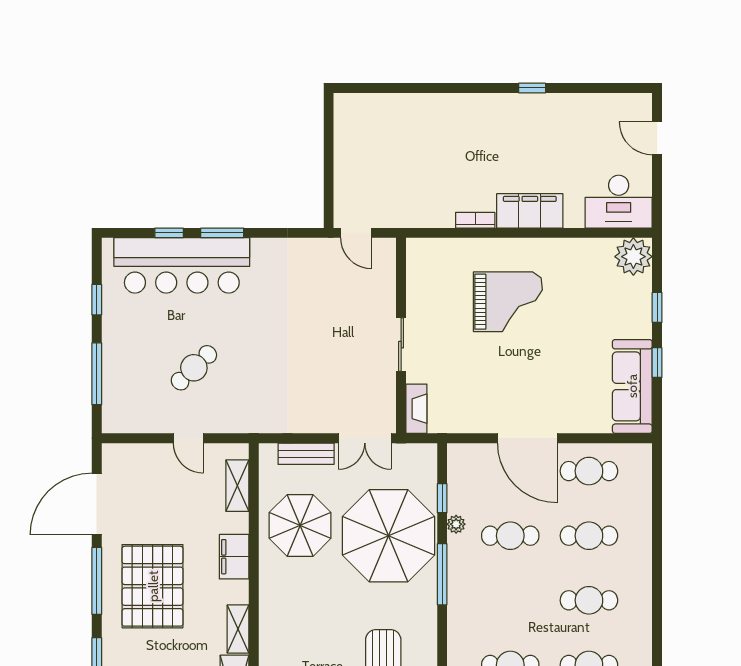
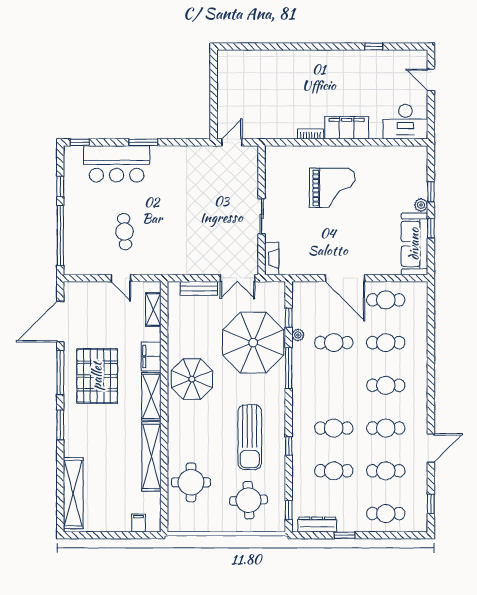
window: (532, 88) -> (374, 47), moved
window: (169, 233) -> (80, 142), moved
door: (356, 233) -> (232, 142), swing flipped
plant: (633, 257) -> (421, 205), moved, width x0.53, depth x0.53
bar counter: (182, 265) -> (117, 164), width x0.73
cafe table: (194, 368) -> (125, 232), turned -50
window: (97, 374) -> (60, 236), width x1.46
parasol: (300, 525) -> (192, 379), moved
shelving: (238, 629) -> (151, 396), width x1.50, depth x1.33

